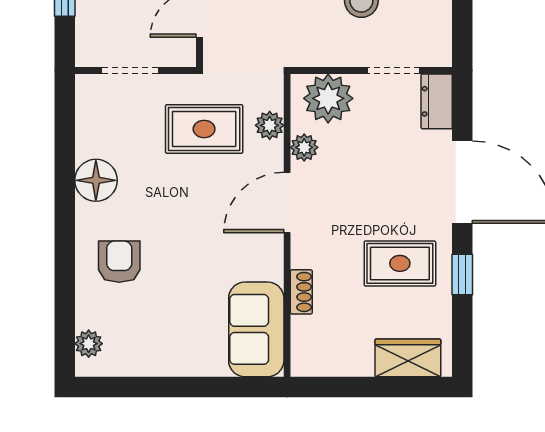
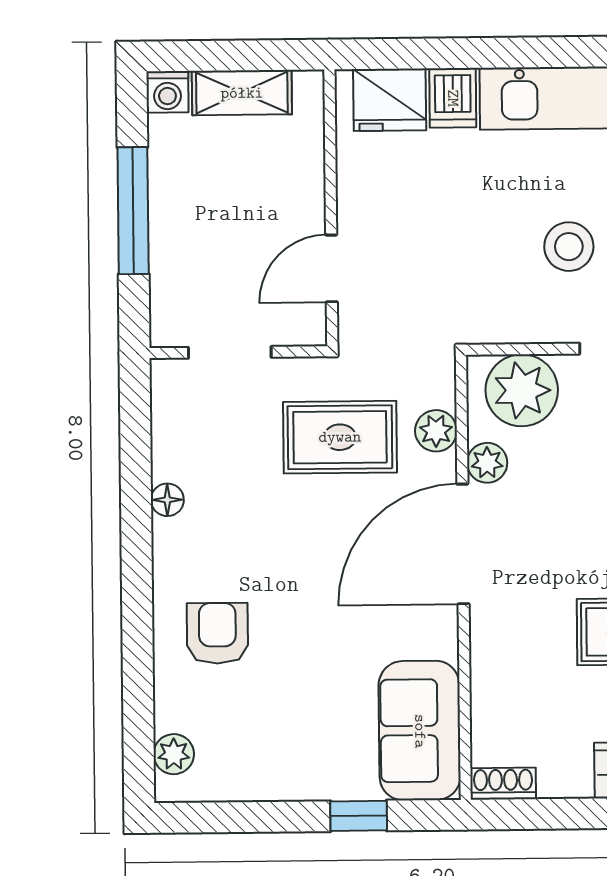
floor lamp: (96, 180) -> (167, 500), width x0.53, depth x0.53
door: (287, 203) -> (463, 544), width x1.36
shoe rack: (301, 292) -> (503, 784), moved, turned -90
window: (214, 387) -> (359, 816), added

